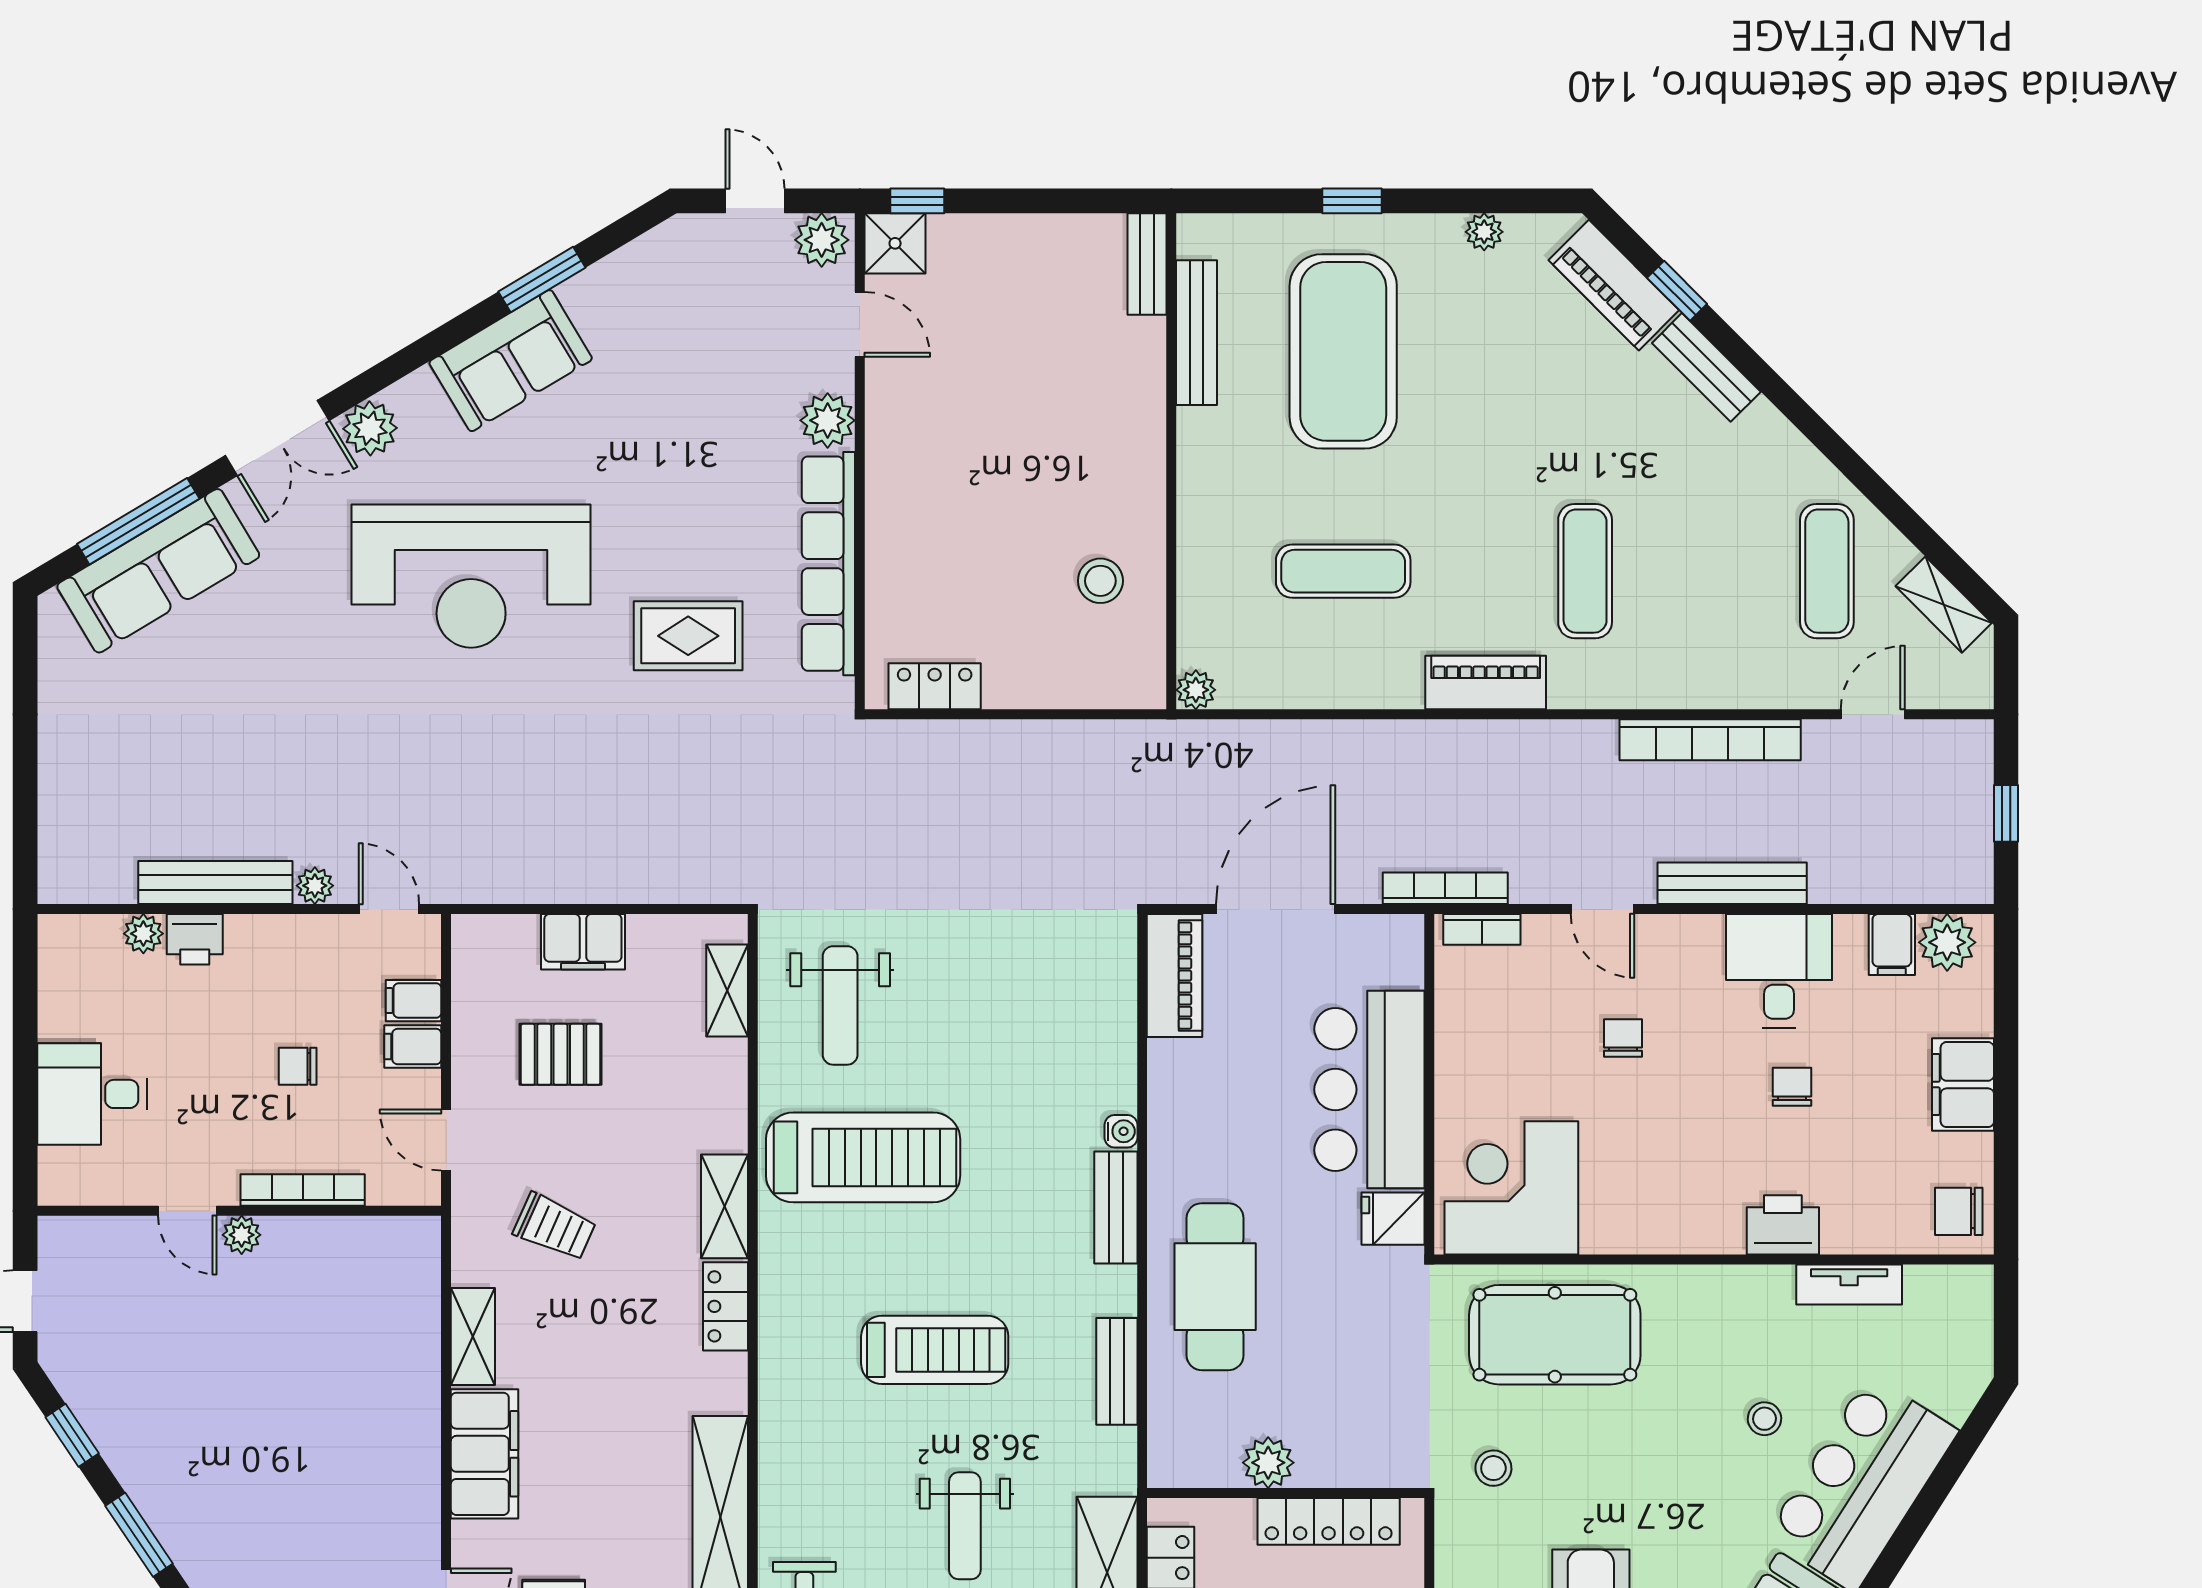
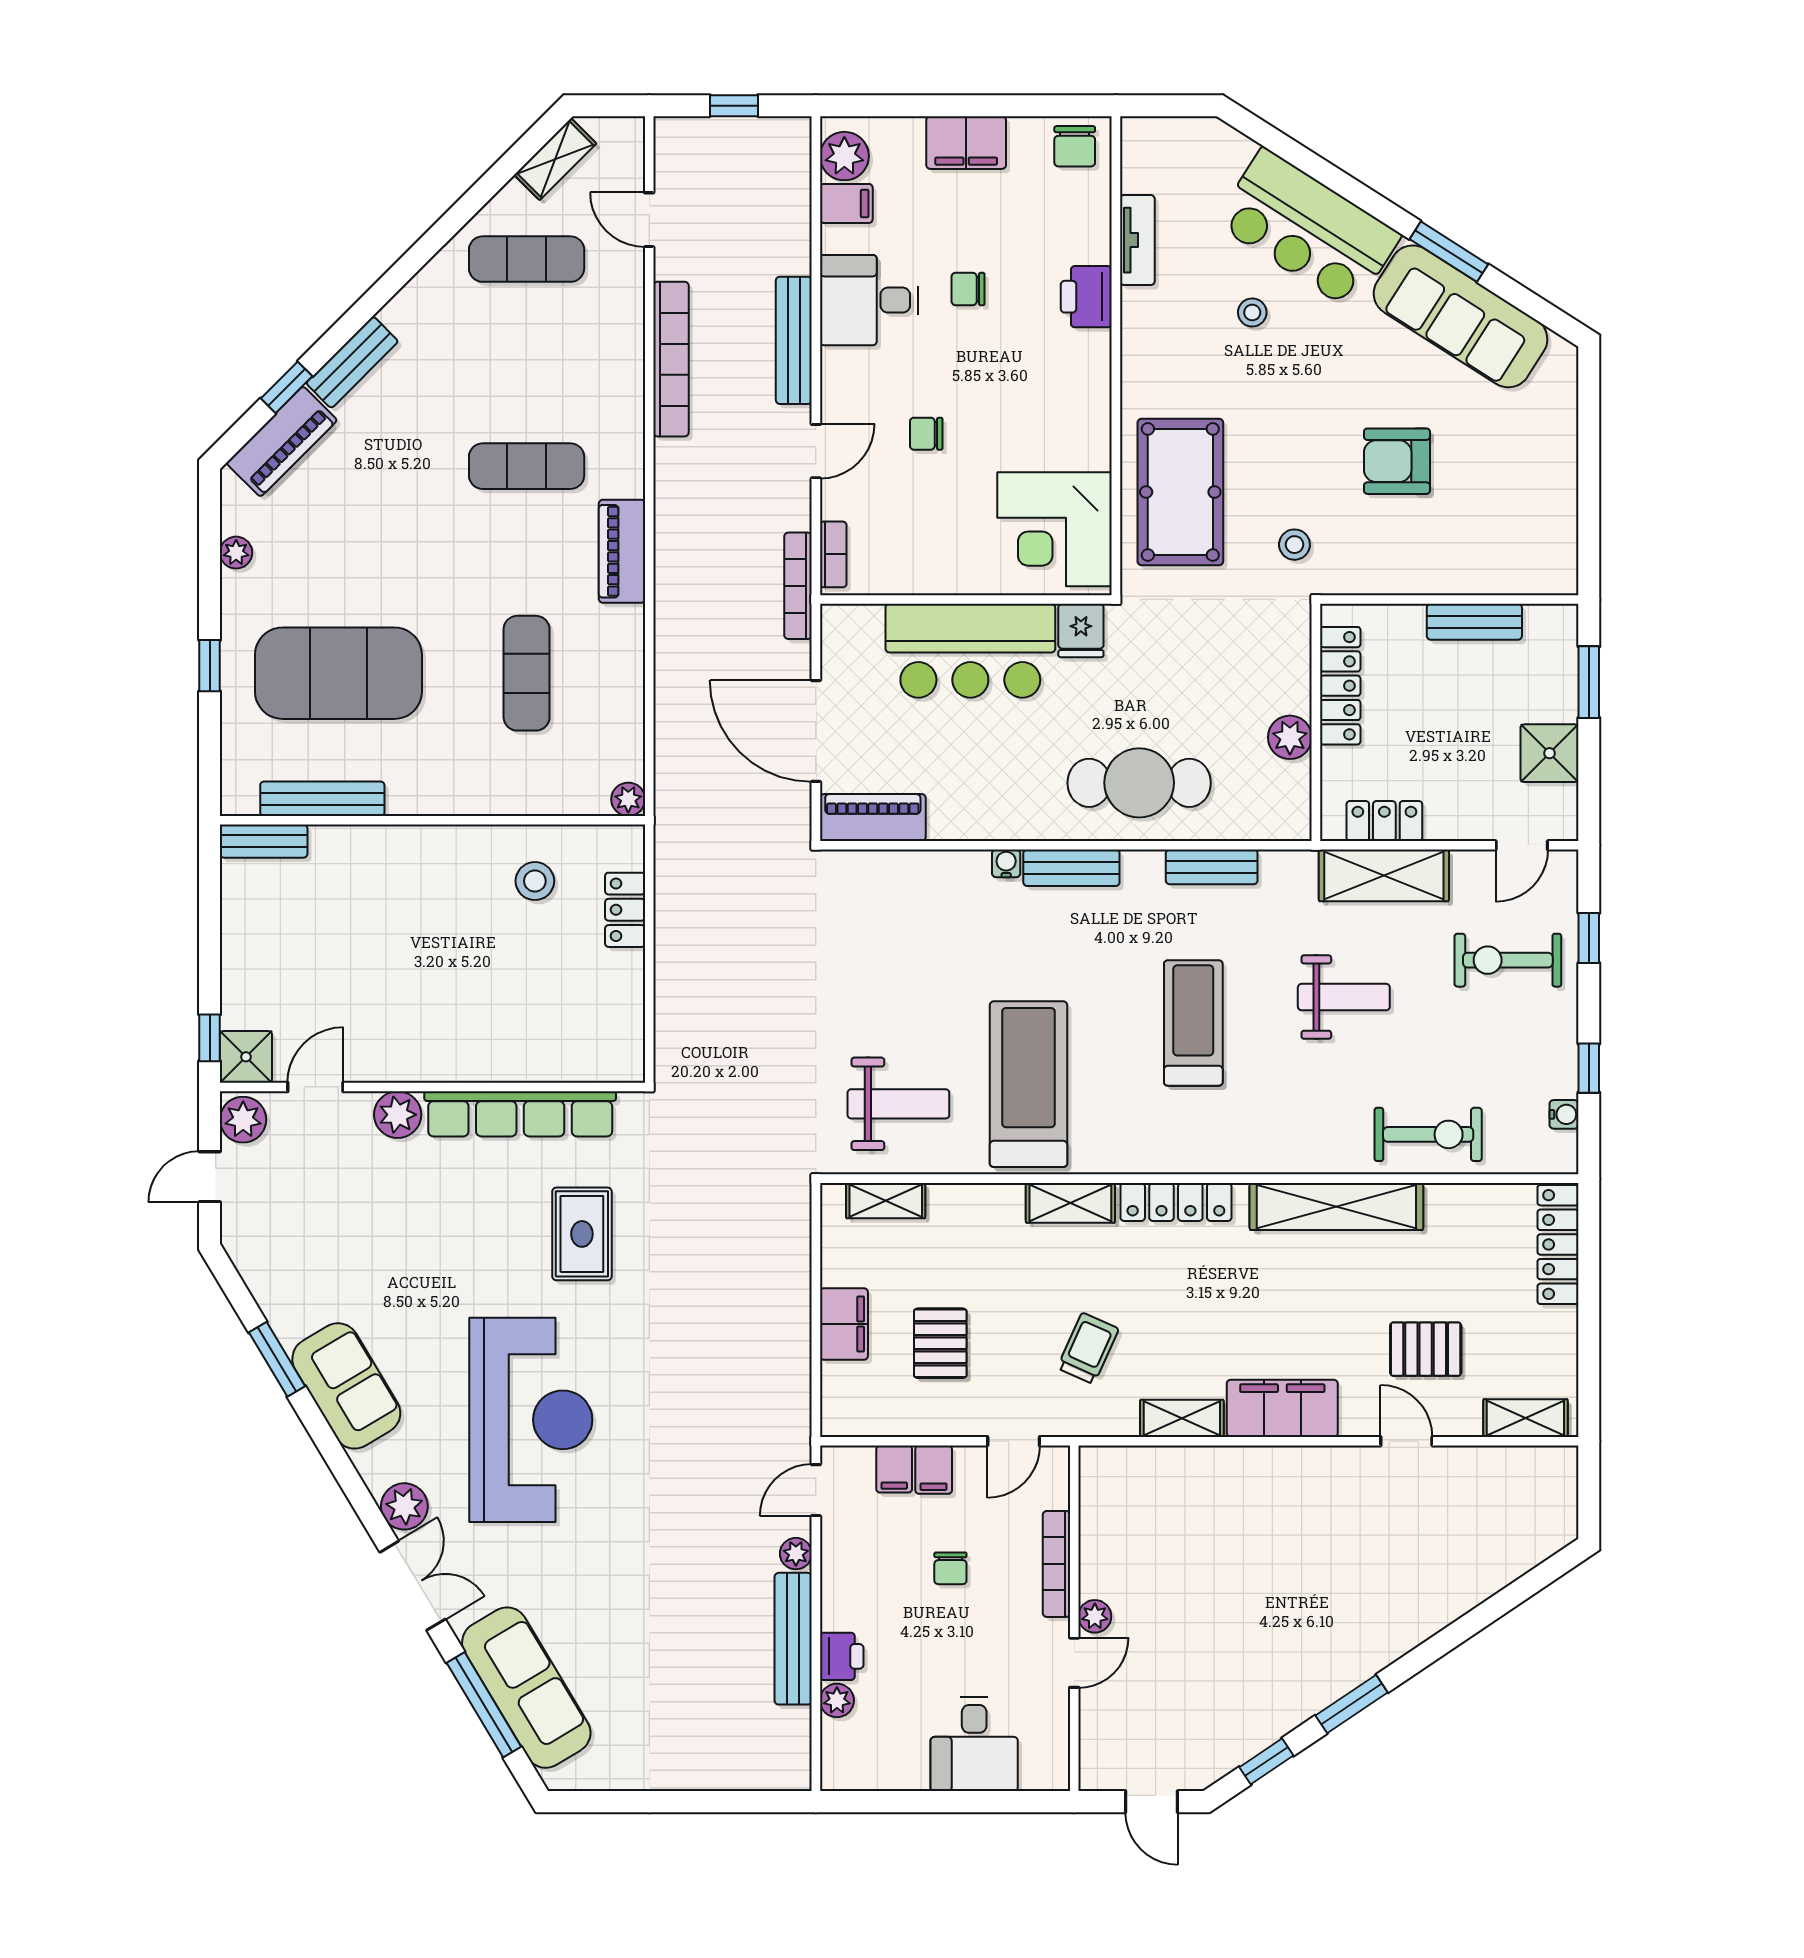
locker: (935, 686) -> (625, 910), moved
locker: (726, 1306) -> (1176, 1202), width x1.53

